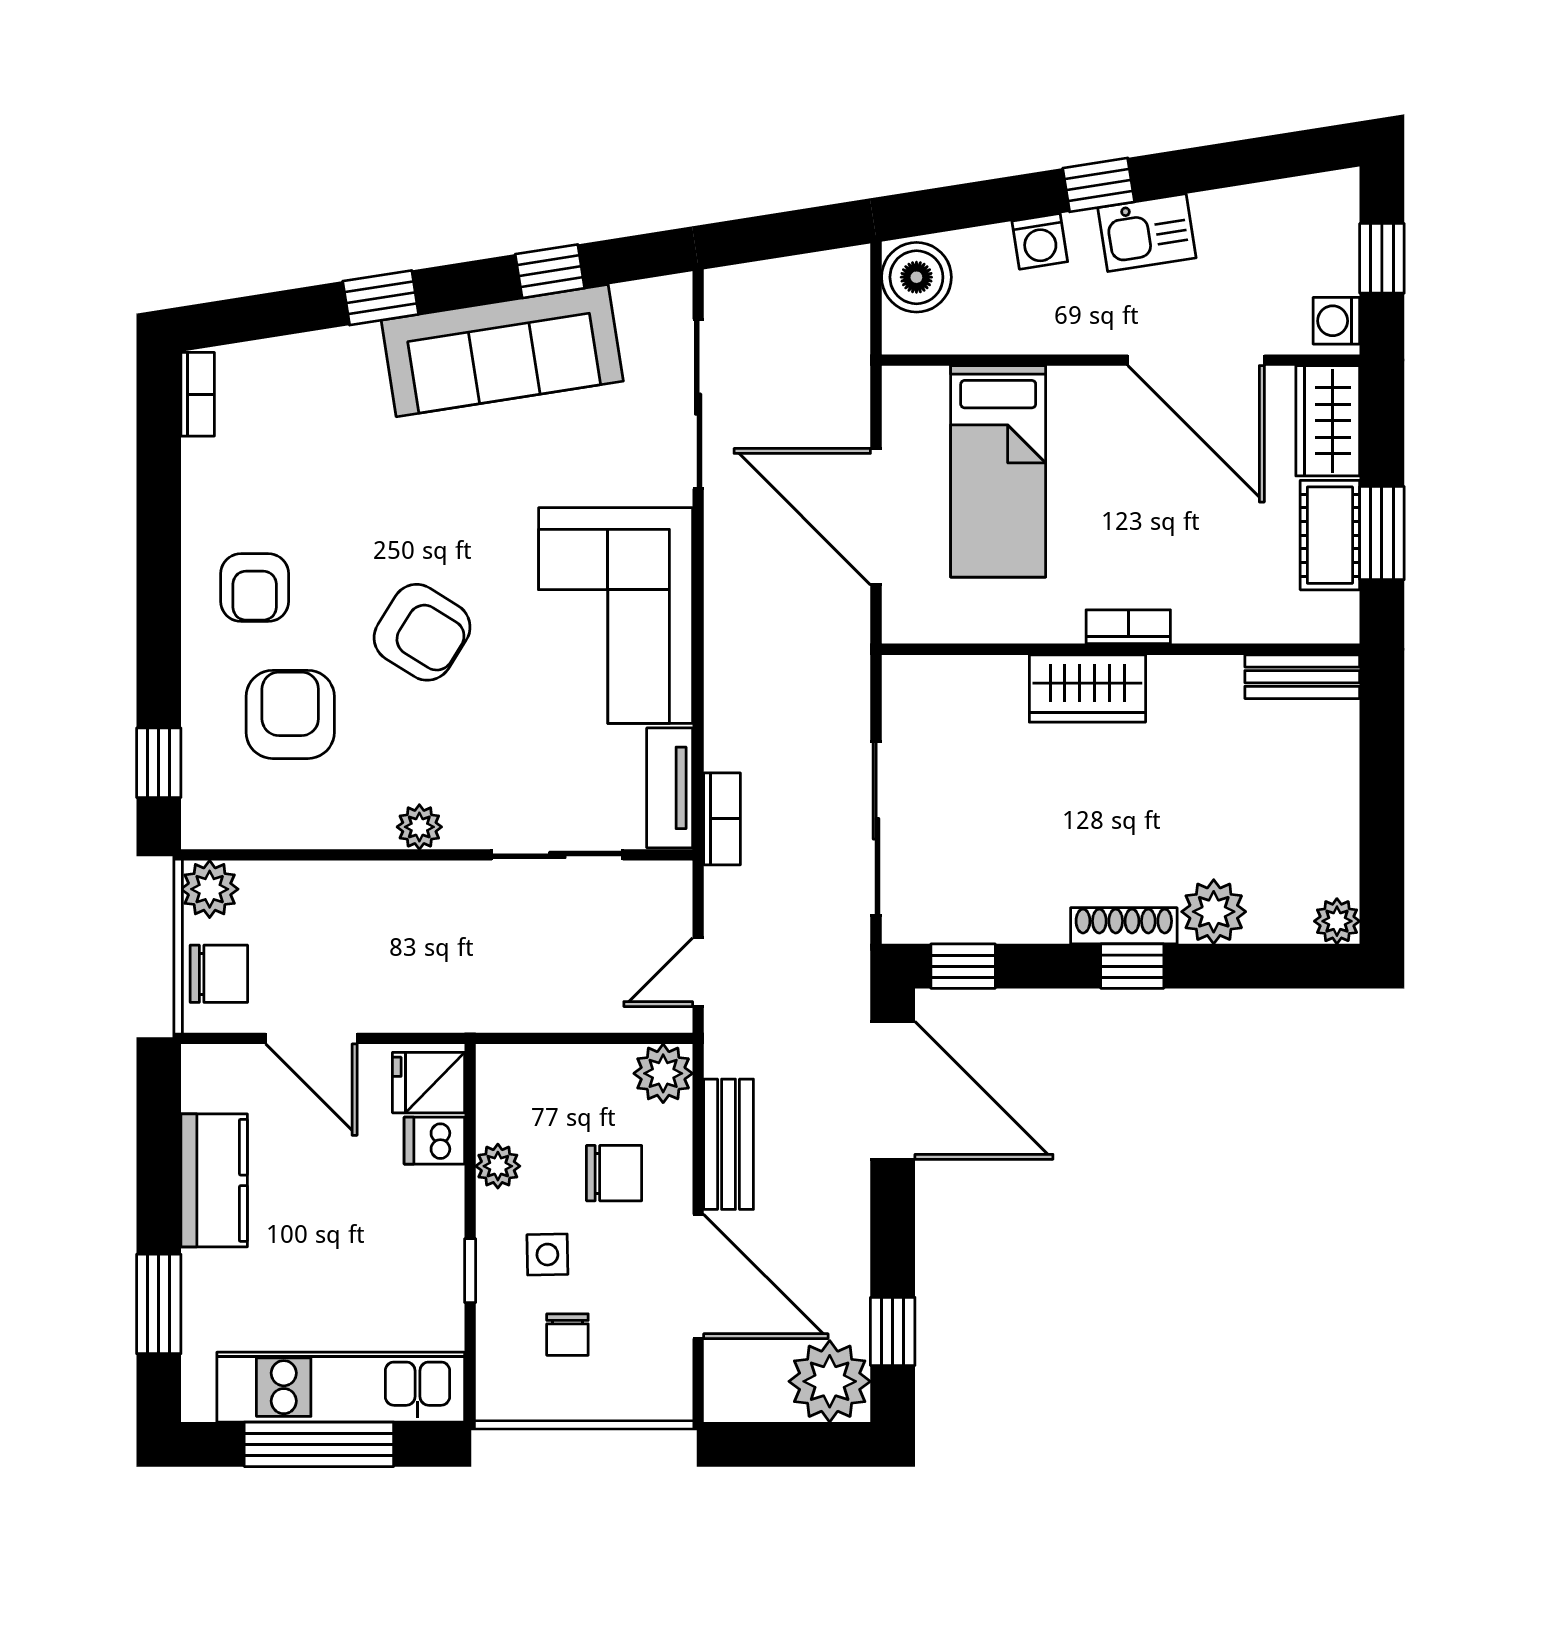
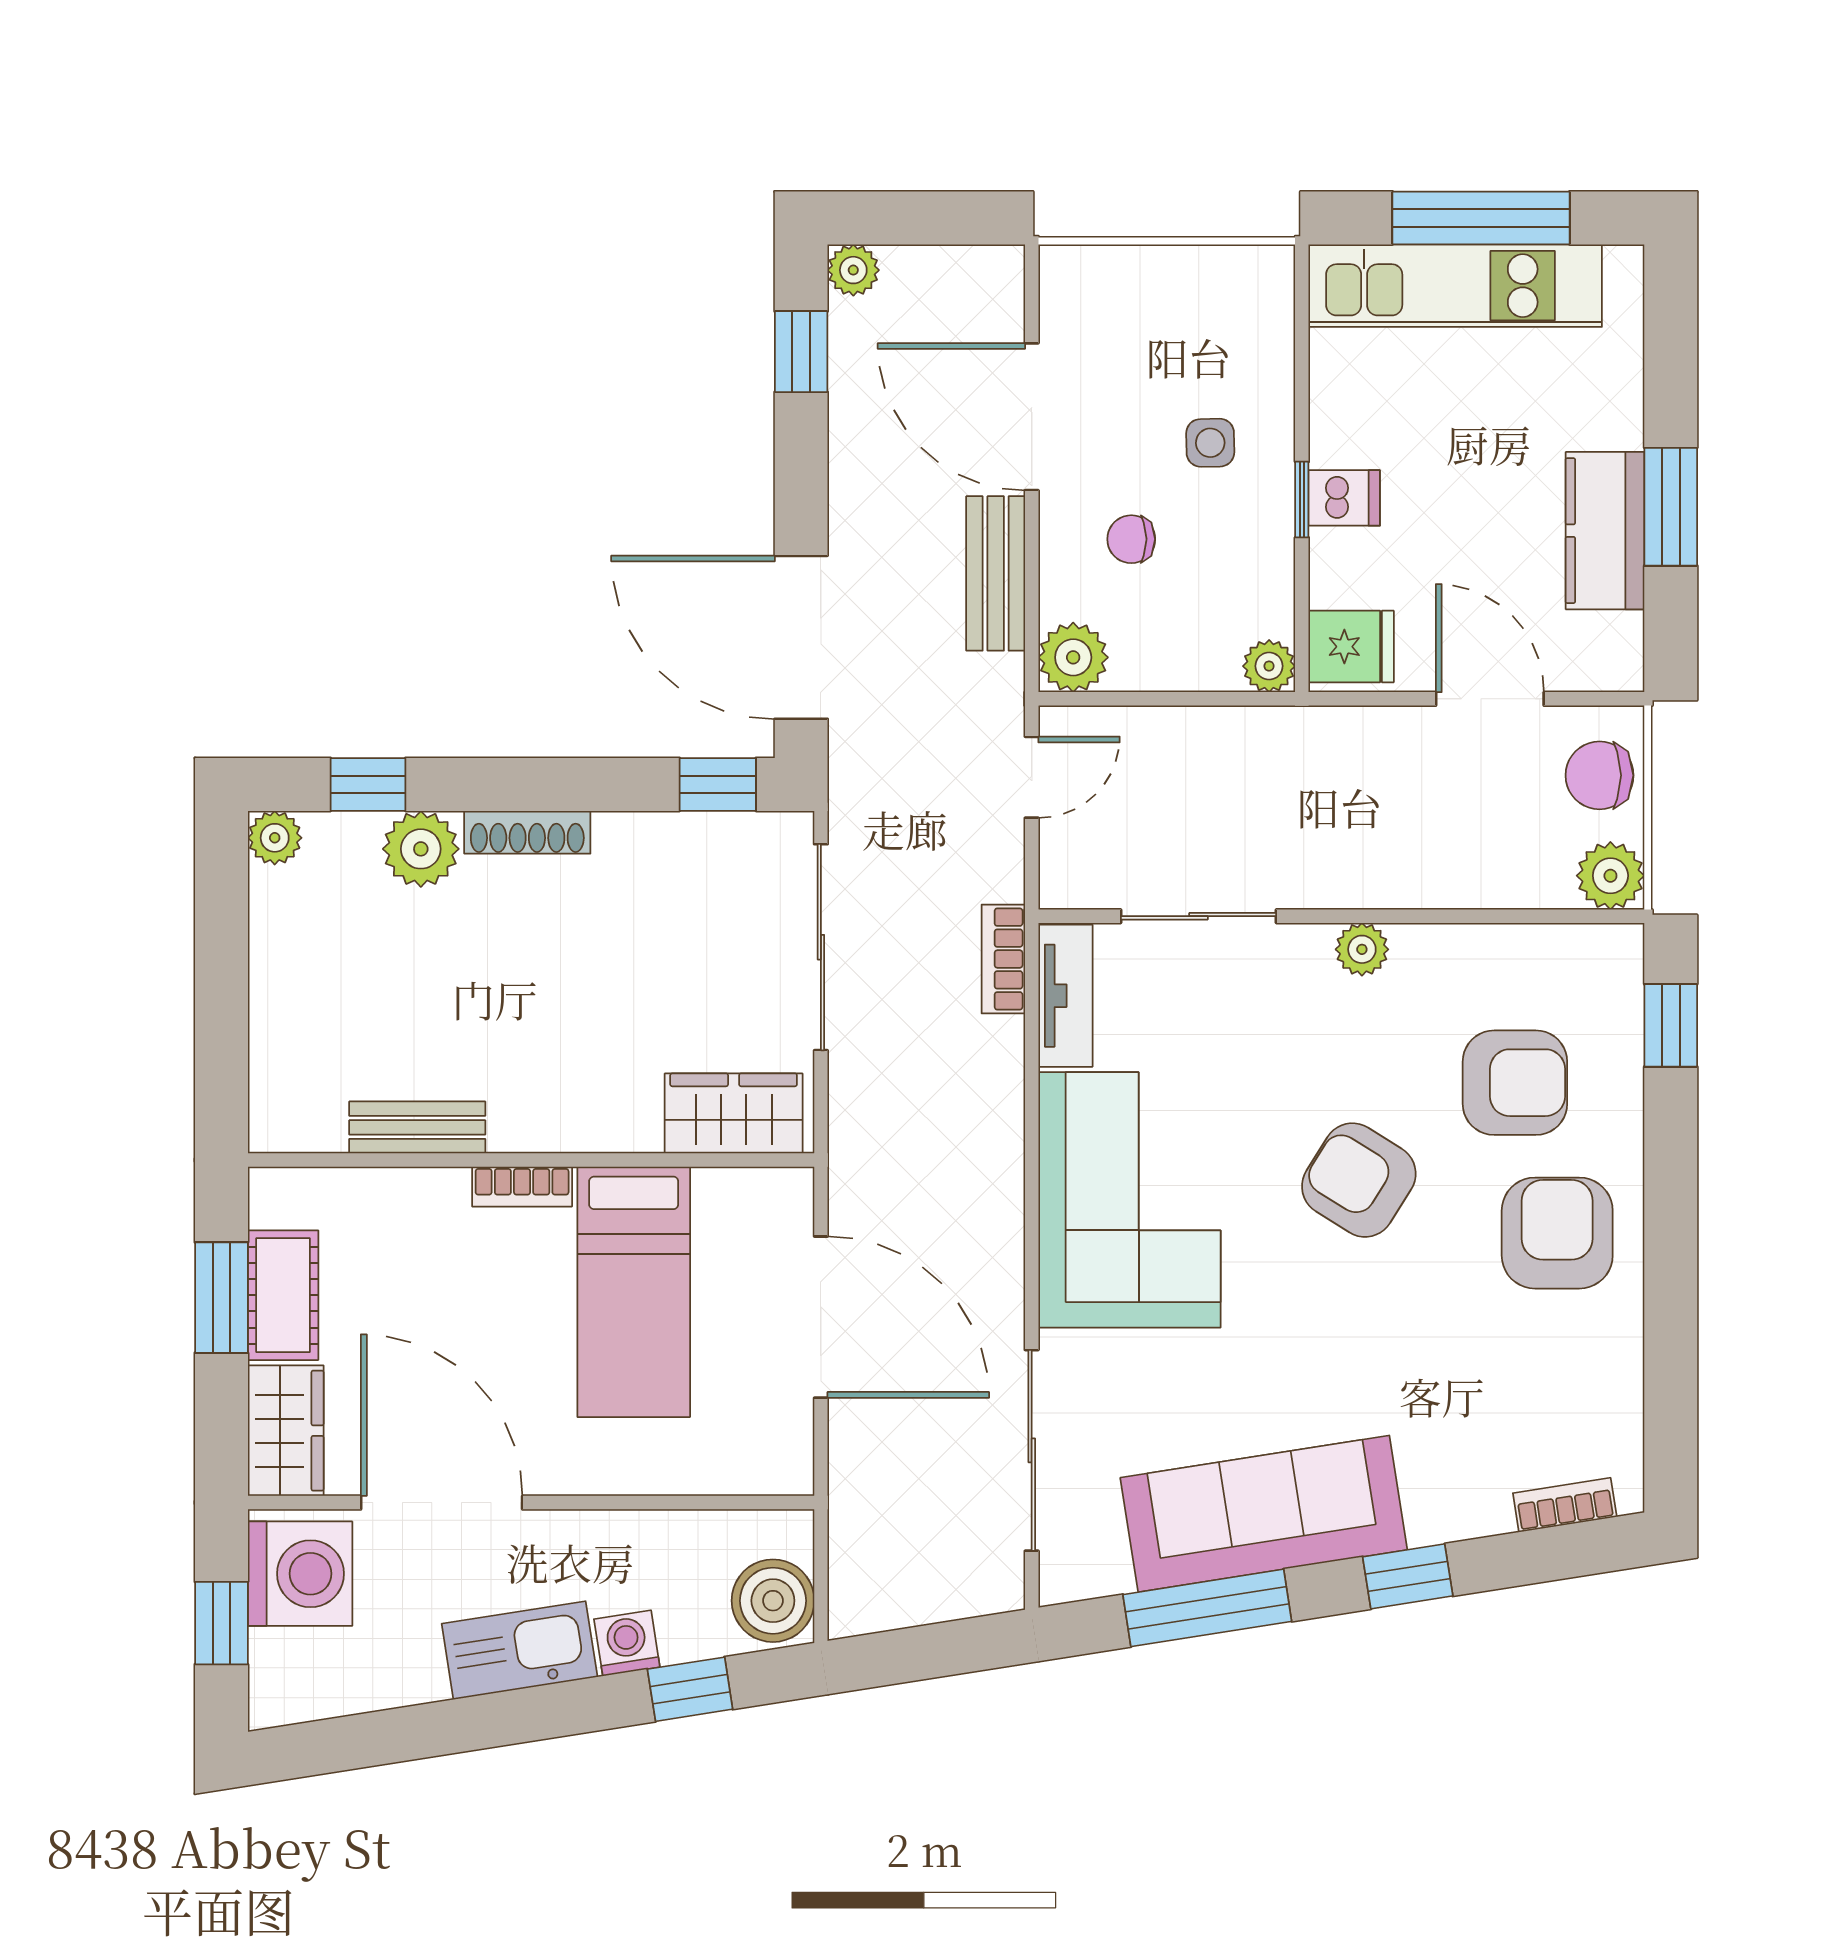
window: (1099, 185) -> (690, 1689), moved
kitchen sink: (1147, 233) -> (520, 1650), width x1.38
window: (550, 271) -> (1207, 1608), width x2.17
washing machine: (1336, 321) -> (300, 1574), width x1.89, depth x1.89
bookcase: (198, 394) -> (1565, 1505), moved, turned 81
bed: (998, 471) -> (634, 1292), moved, turned 180
armchair: (255, 588) -> (1557, 1233), width x1.38, depth x1.38
bench: (1302, 677) -> (417, 1127), moved
wardrobe: (1087, 688) -> (734, 1113), moved
armchair: (290, 714) -> (1515, 1083), turned -90
window: (1132, 966) -> (368, 784), moved
dishwasher: (434, 1141) -> (1344, 498), moved
plant: (498, 1166) -> (1269, 666), moved
chair: (614, 1173) -> (1131, 539), width x0.73, depth x0.73
window: (470, 1271) -> (1302, 500), moved
window: (159, 1304) -> (1671, 507), moved
chair: (567, 1335) -> (1186, 348), removed
plant: (830, 1381) -> (853, 270), width x0.53, depth x0.53

